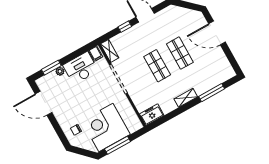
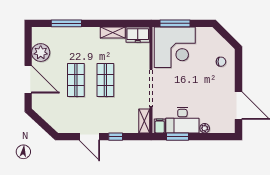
plant: (219, 59) -> (41, 53), added
window: (51, 68) -> (177, 137), moved
shelving: (186, 98) -> (113, 33), moved
corner desk: (106, 127) -> (175, 47), moved
window: (117, 145) -> (175, 23), moved

